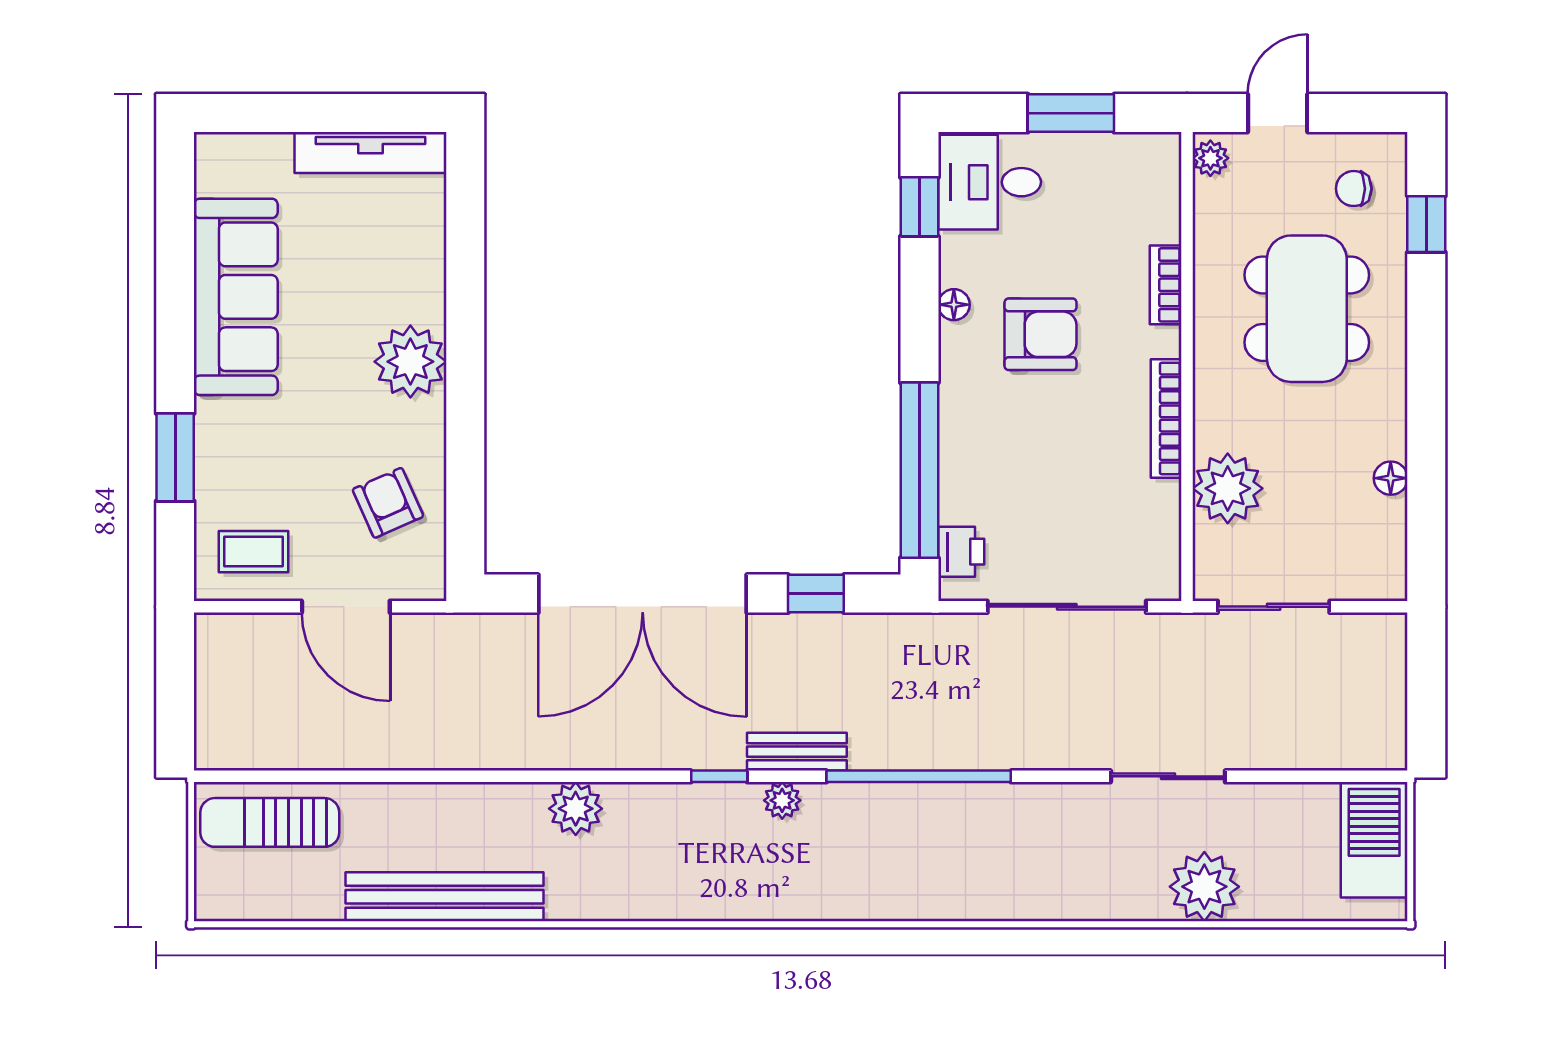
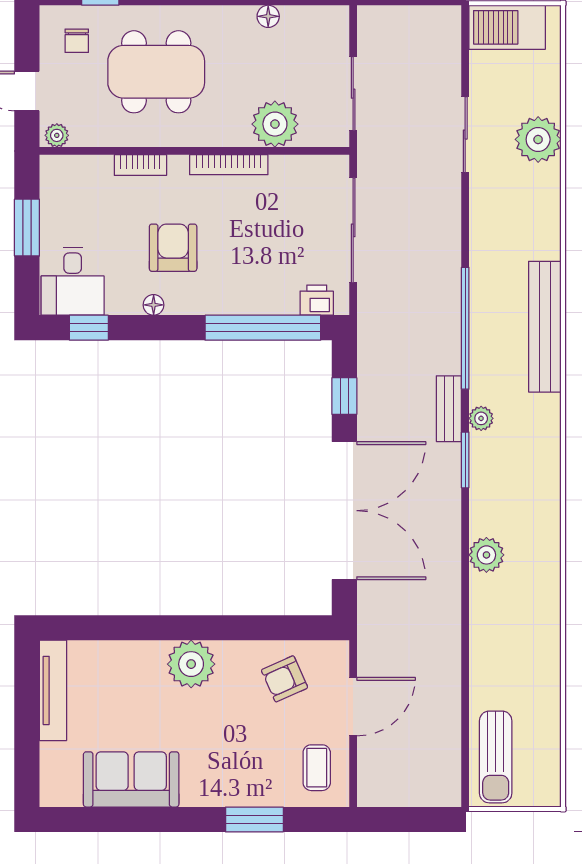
sofa: (236, 297) -> (131, 779), width x0.73
window: (719, 776) -> (465, 460), width x1.50
sliding door: (1168, 776) -> (465, 135), moved
bench: (445, 897) -> (545, 327), moved

